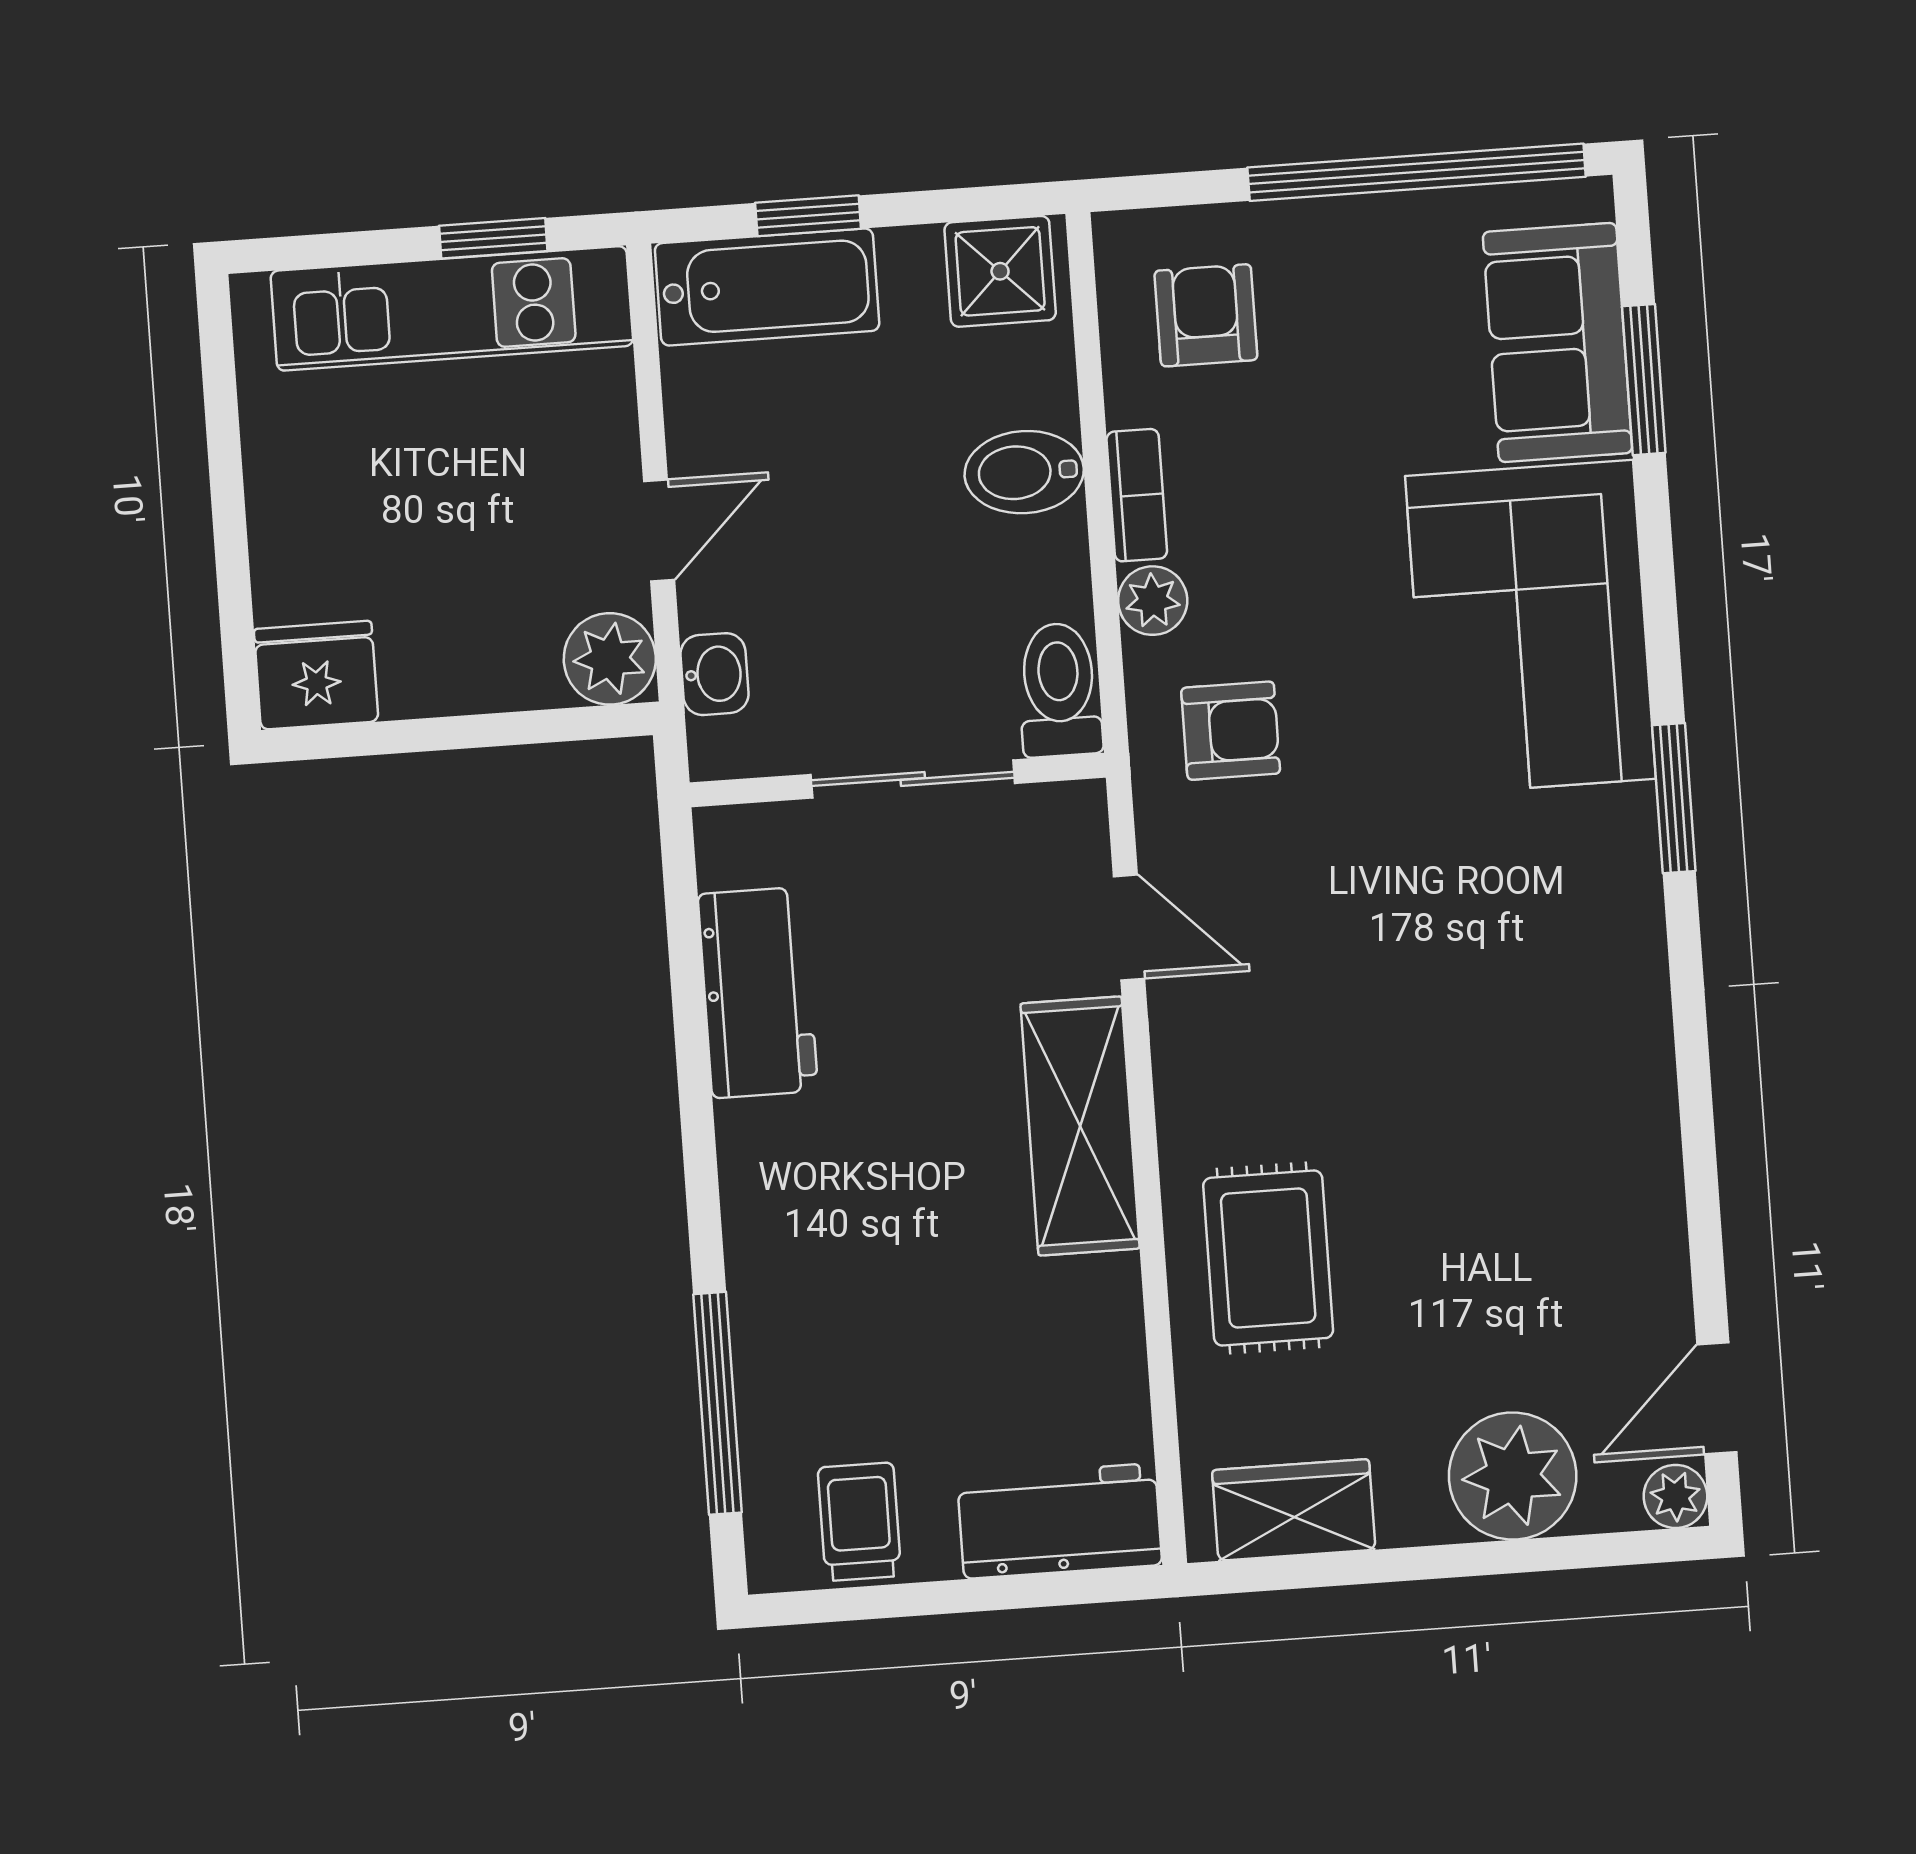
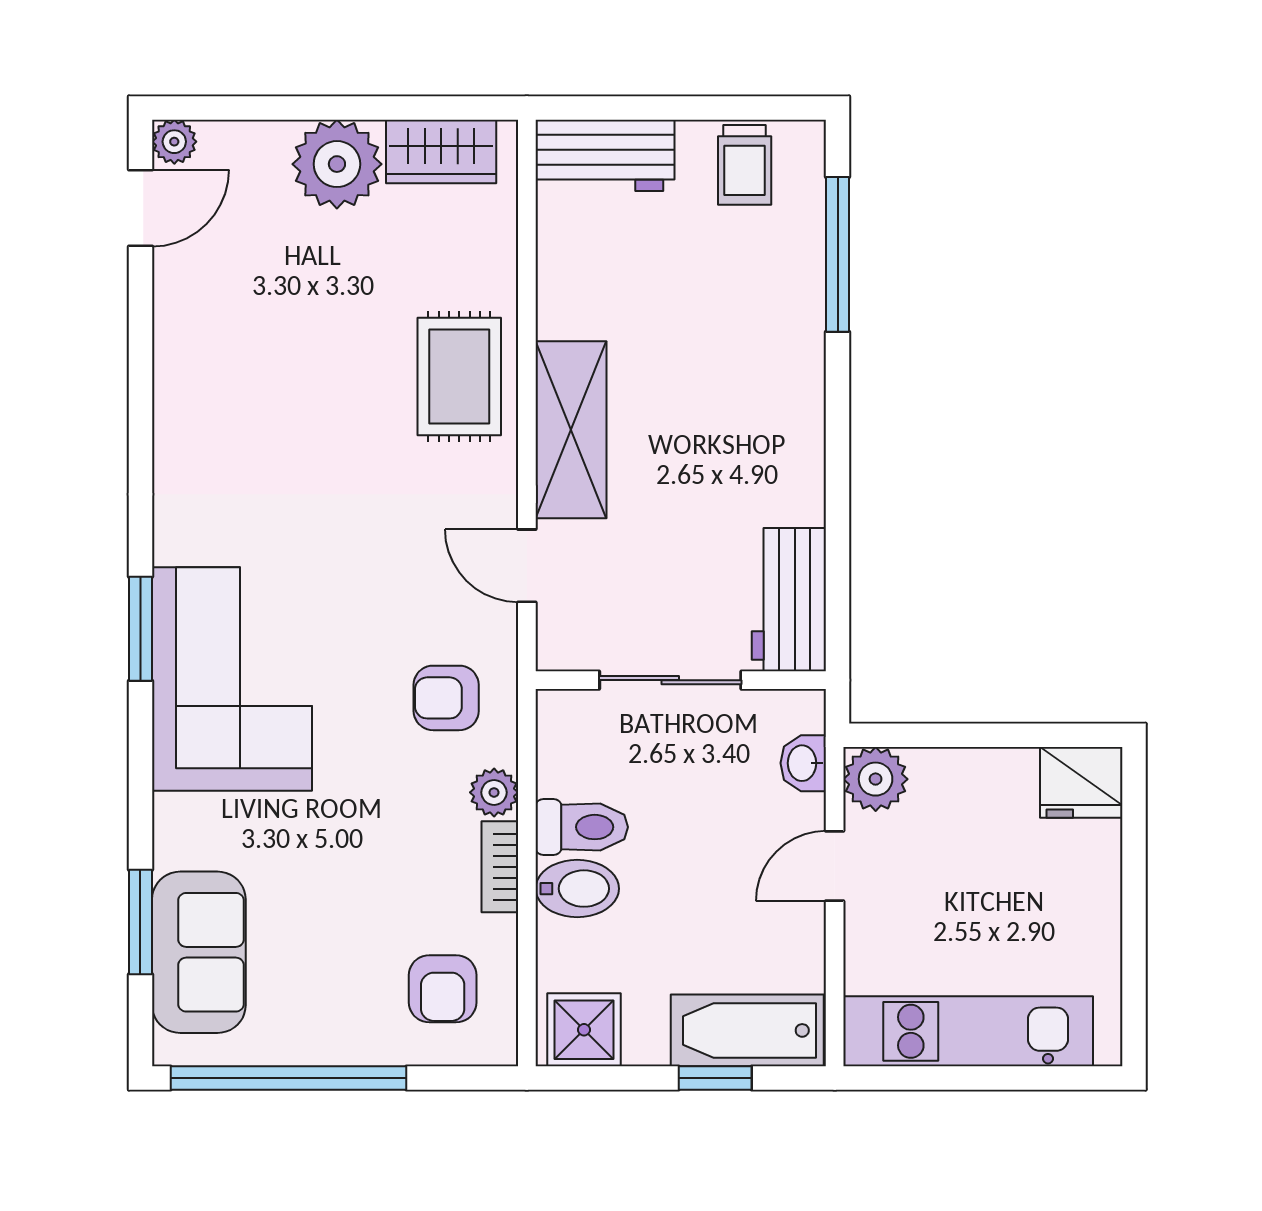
window: (493, 238) -> (936, 1078), removed
corner sofa: (1530, 627) -> (232, 679), moved
toilet: (1059, 690) -> (582, 827), moved, turned -90
workbench: (758, 992) -> (789, 600), moved
rug: (1268, 1258) -> (459, 377), moved
plant: (1513, 1476) -> (337, 164), moved

